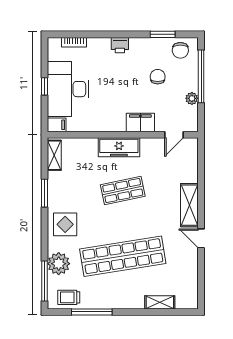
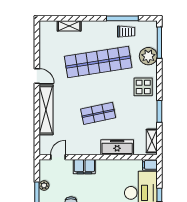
freezer: (119, 147) -> (117, 147), moved
shelving: (189, 205) -> (46, 110), width x1.47
trolley: (69, 297) -> (126, 32), moved

